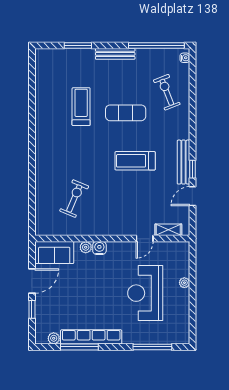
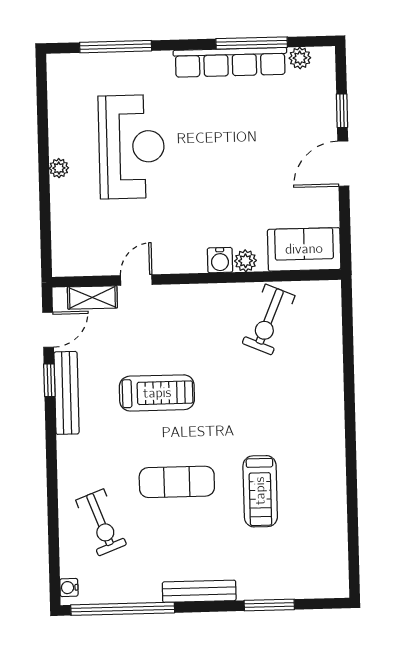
shelving: (168, 230) -> (92, 297), moved
wall: (112, 239) -> (197, 278), moved
door: (145, 239) -> (136, 280), moved
plant: (86, 247) -> (246, 261), moved
water cooler: (99, 248) -> (220, 260), moved
sofa: (54, 253) -> (304, 249), moved

